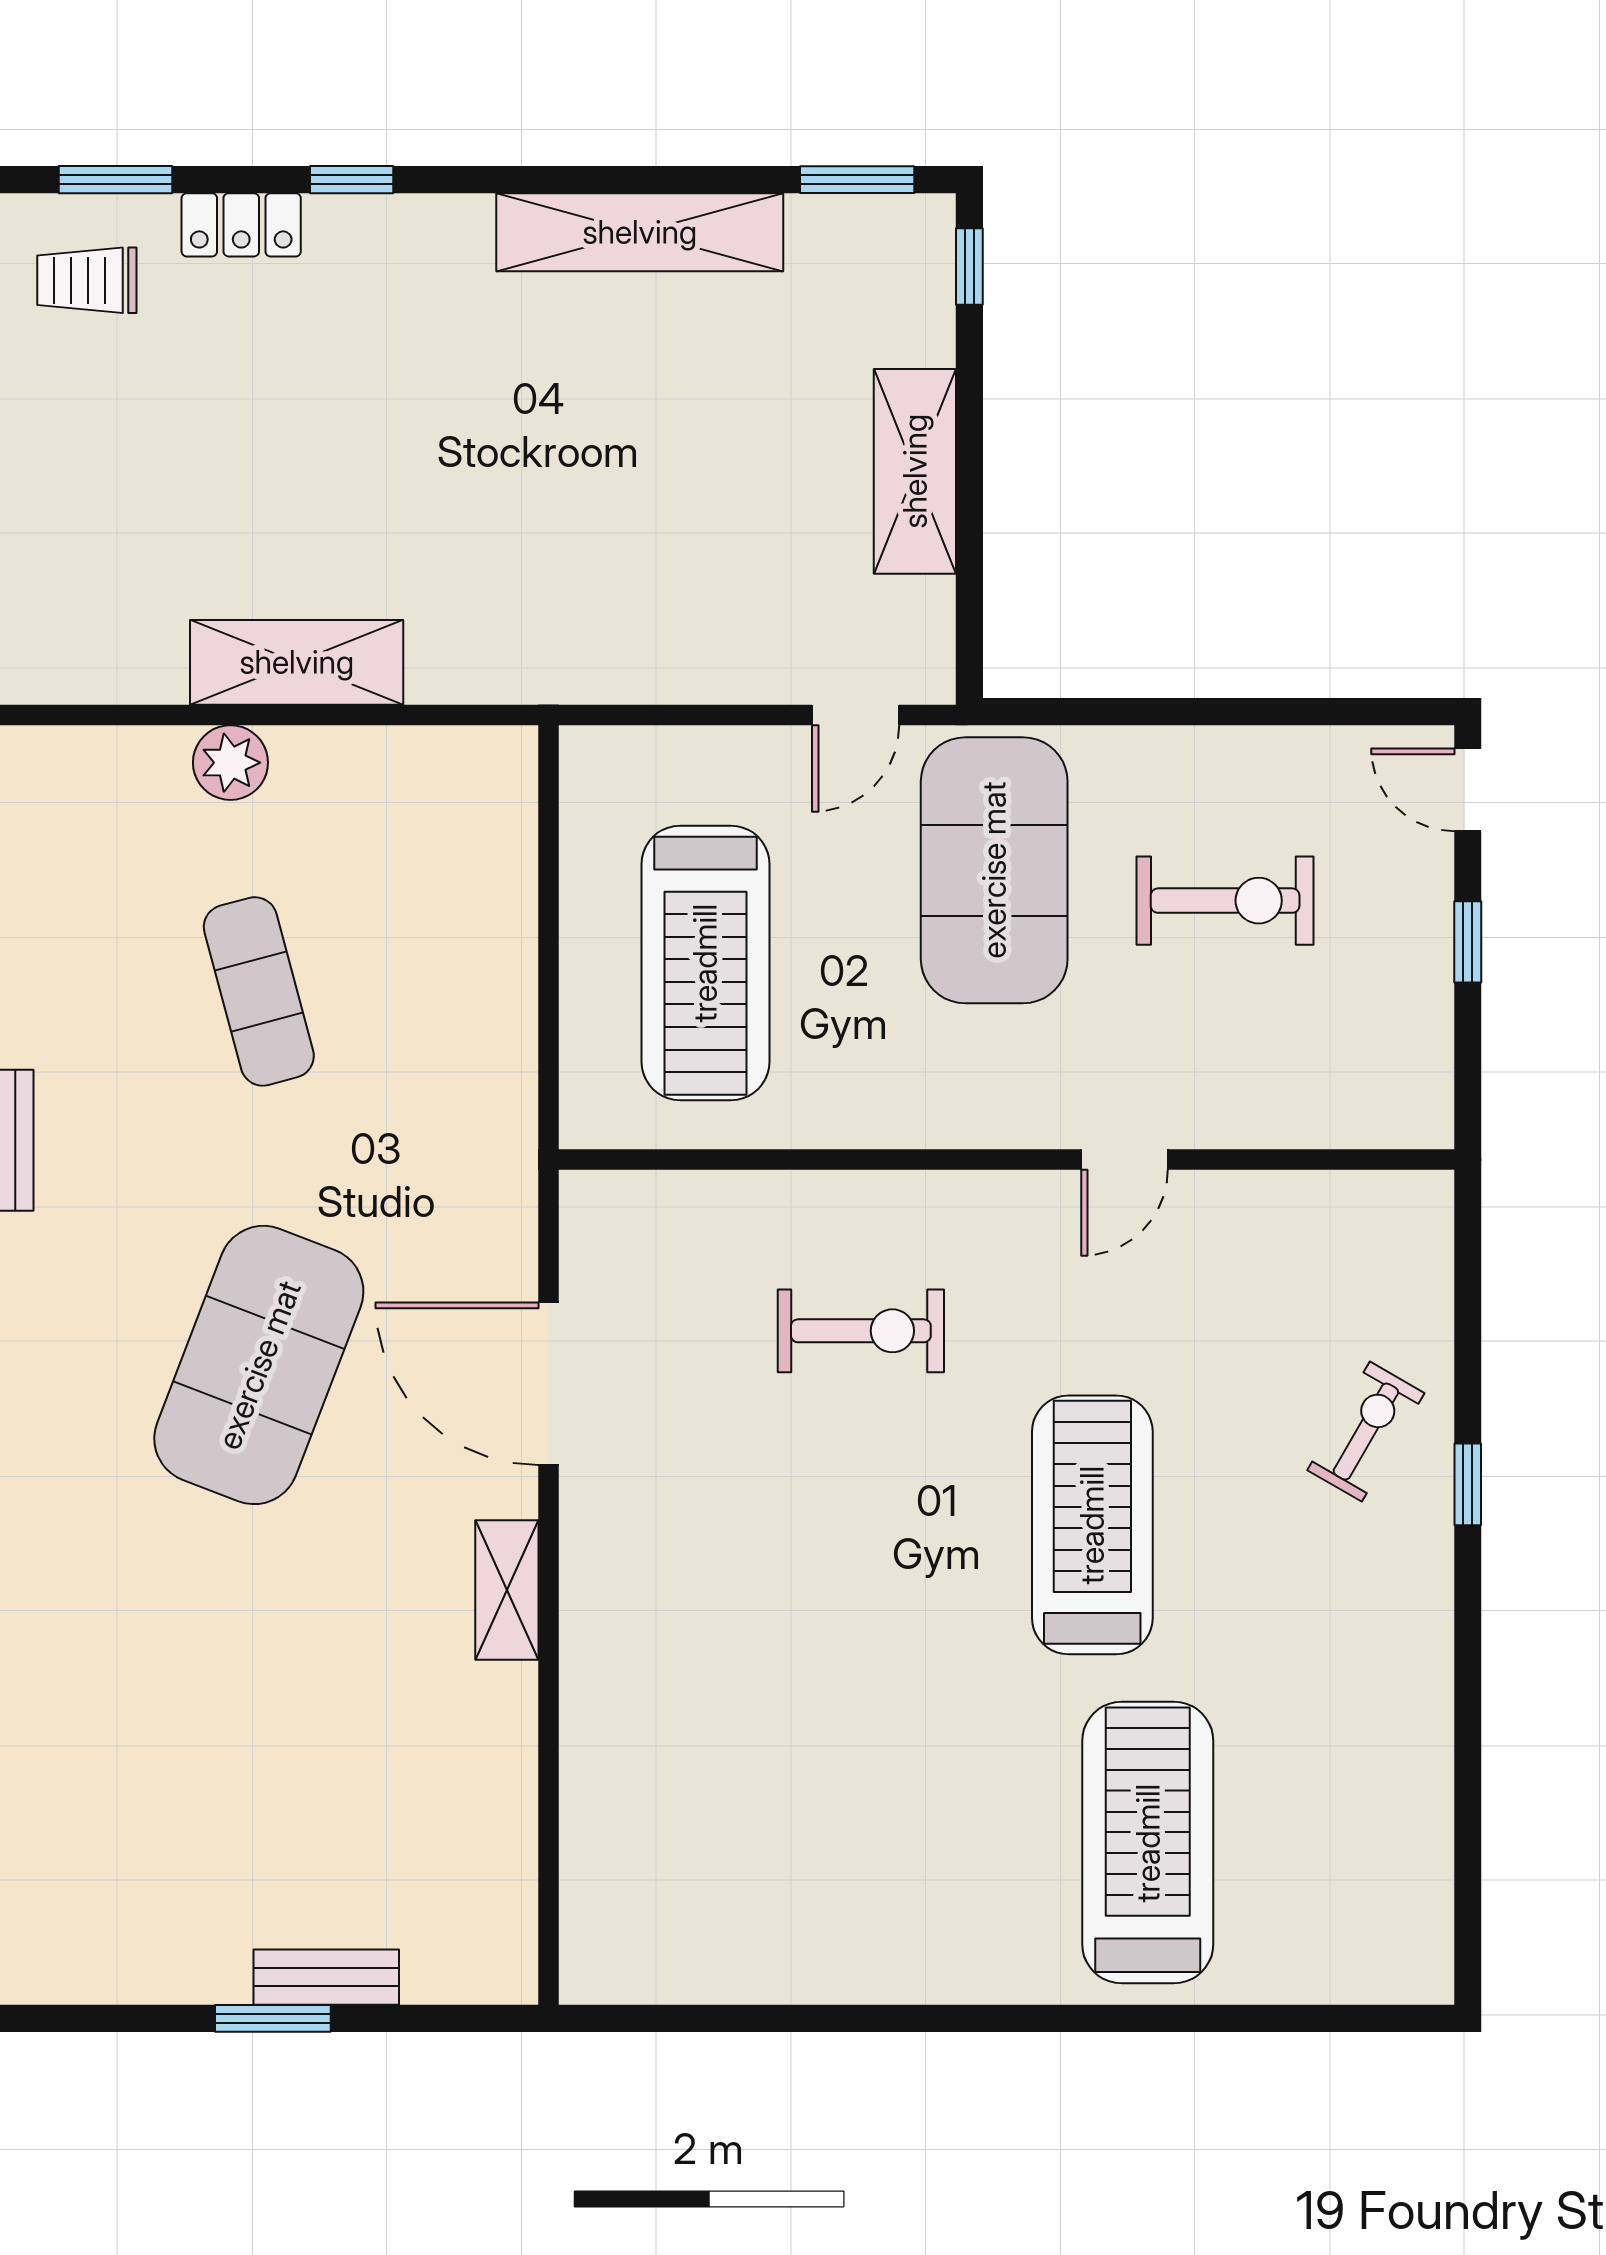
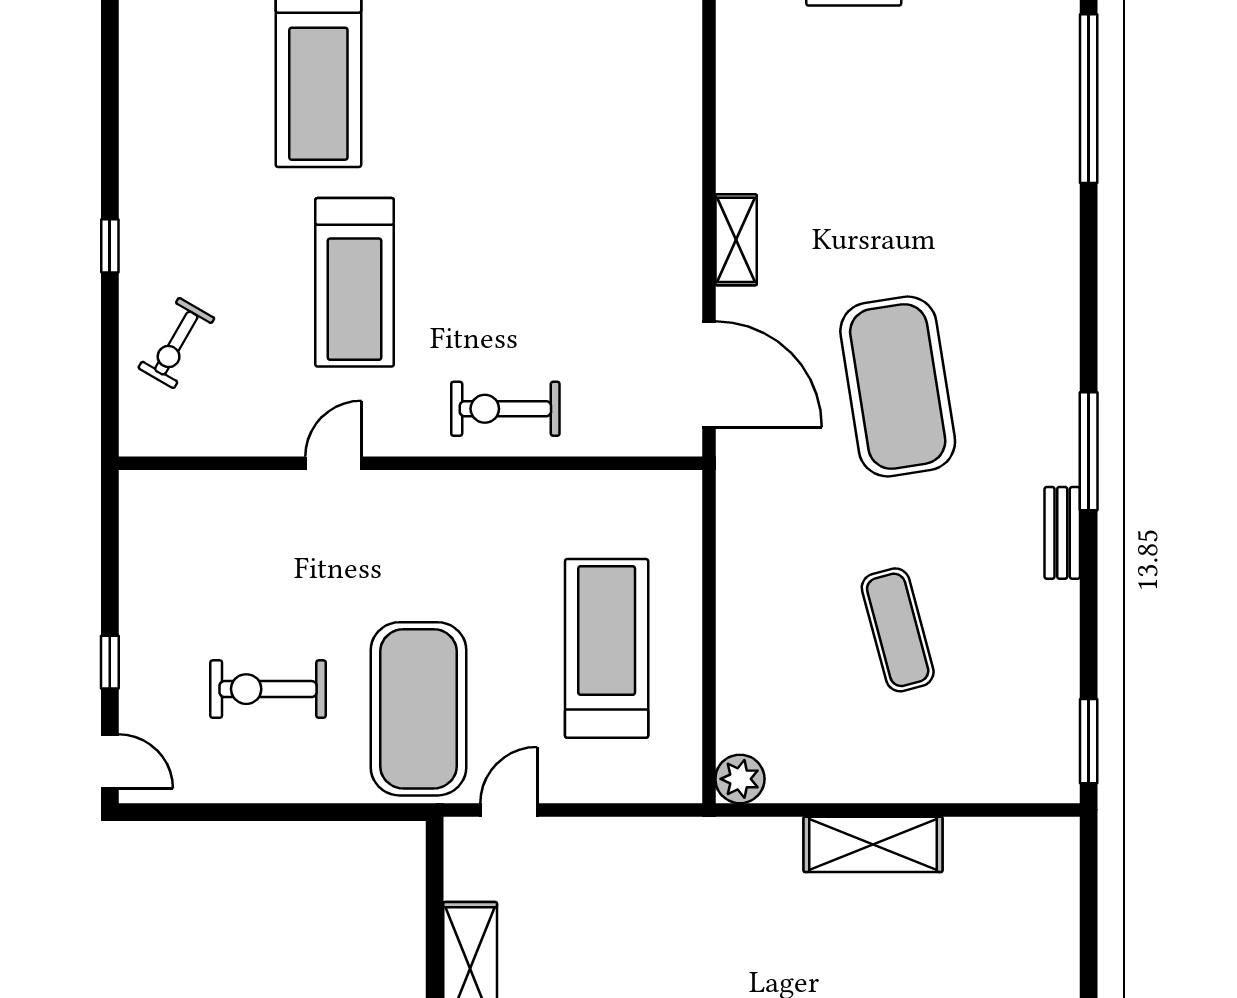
plant: (230, 763) -> (740, 779), moved
wall: (1006, 1160) -> (411, 463), moved
door: (1125, 1160) -> (334, 463), moved
exercise mat: (259, 1365) -> (898, 386), turned -30
window: (1468, 1484) -> (110, 246), moved

